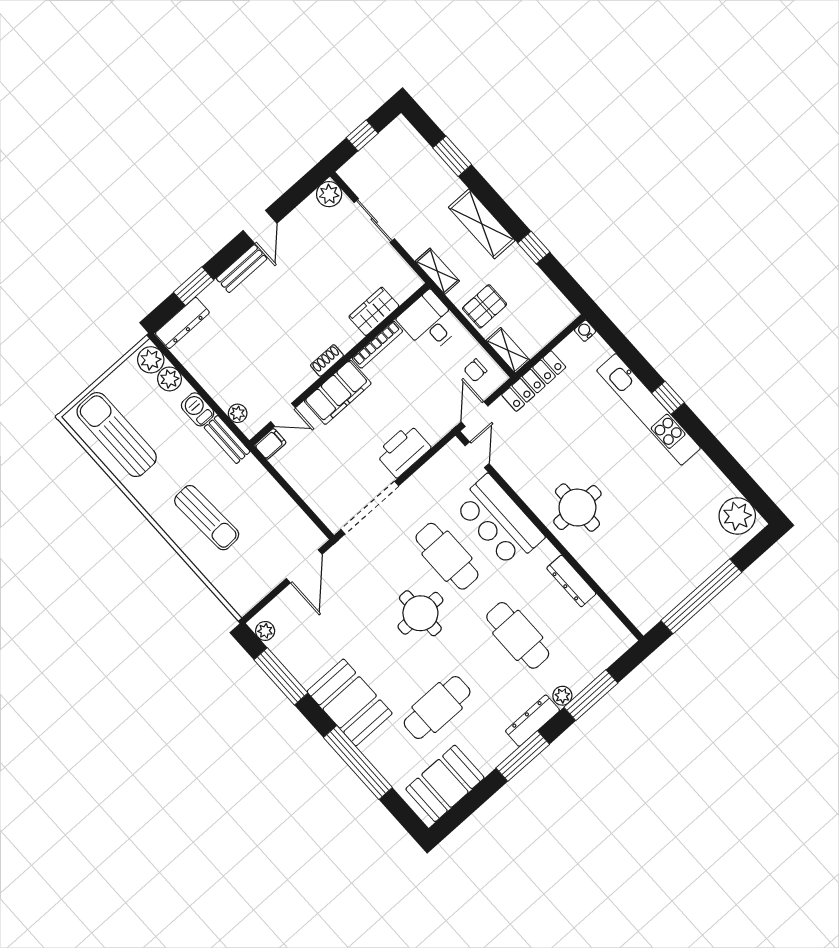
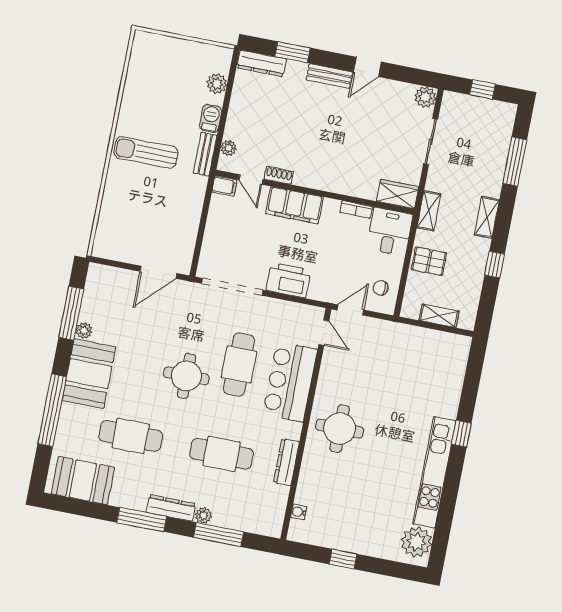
window: (452, 156) -> (515, 161), width x1.44
shelving: (482, 224) -> (487, 217), width x0.67, depth x0.75
wardrobe: (374, 311) -> (398, 194), moved
water cooler: (585, 331) -> (299, 512), moved, turned -90
bookcase: (377, 345) -> (356, 210), width x0.64
shelving: (508, 350) -> (439, 316), moved, turned 90
plant: (151, 360) -> (220, 61), removed
shoe rack: (327, 360) -> (279, 175), moved
locker: (534, 381) -> (403, 333), removed
kitchen unit: (649, 409) -> (434, 472), moved
sun lounger: (117, 435) -> (151, 76), removed
door: (477, 455) -> (324, 333), hinge flipped
sun lounger: (207, 518) -> (146, 152), moved, turned 93
window: (701, 596) -> (343, 559), width x0.32
plant: (265, 631) -> (84, 331), moved
cafe table: (518, 635) -> (221, 454), turned 90

